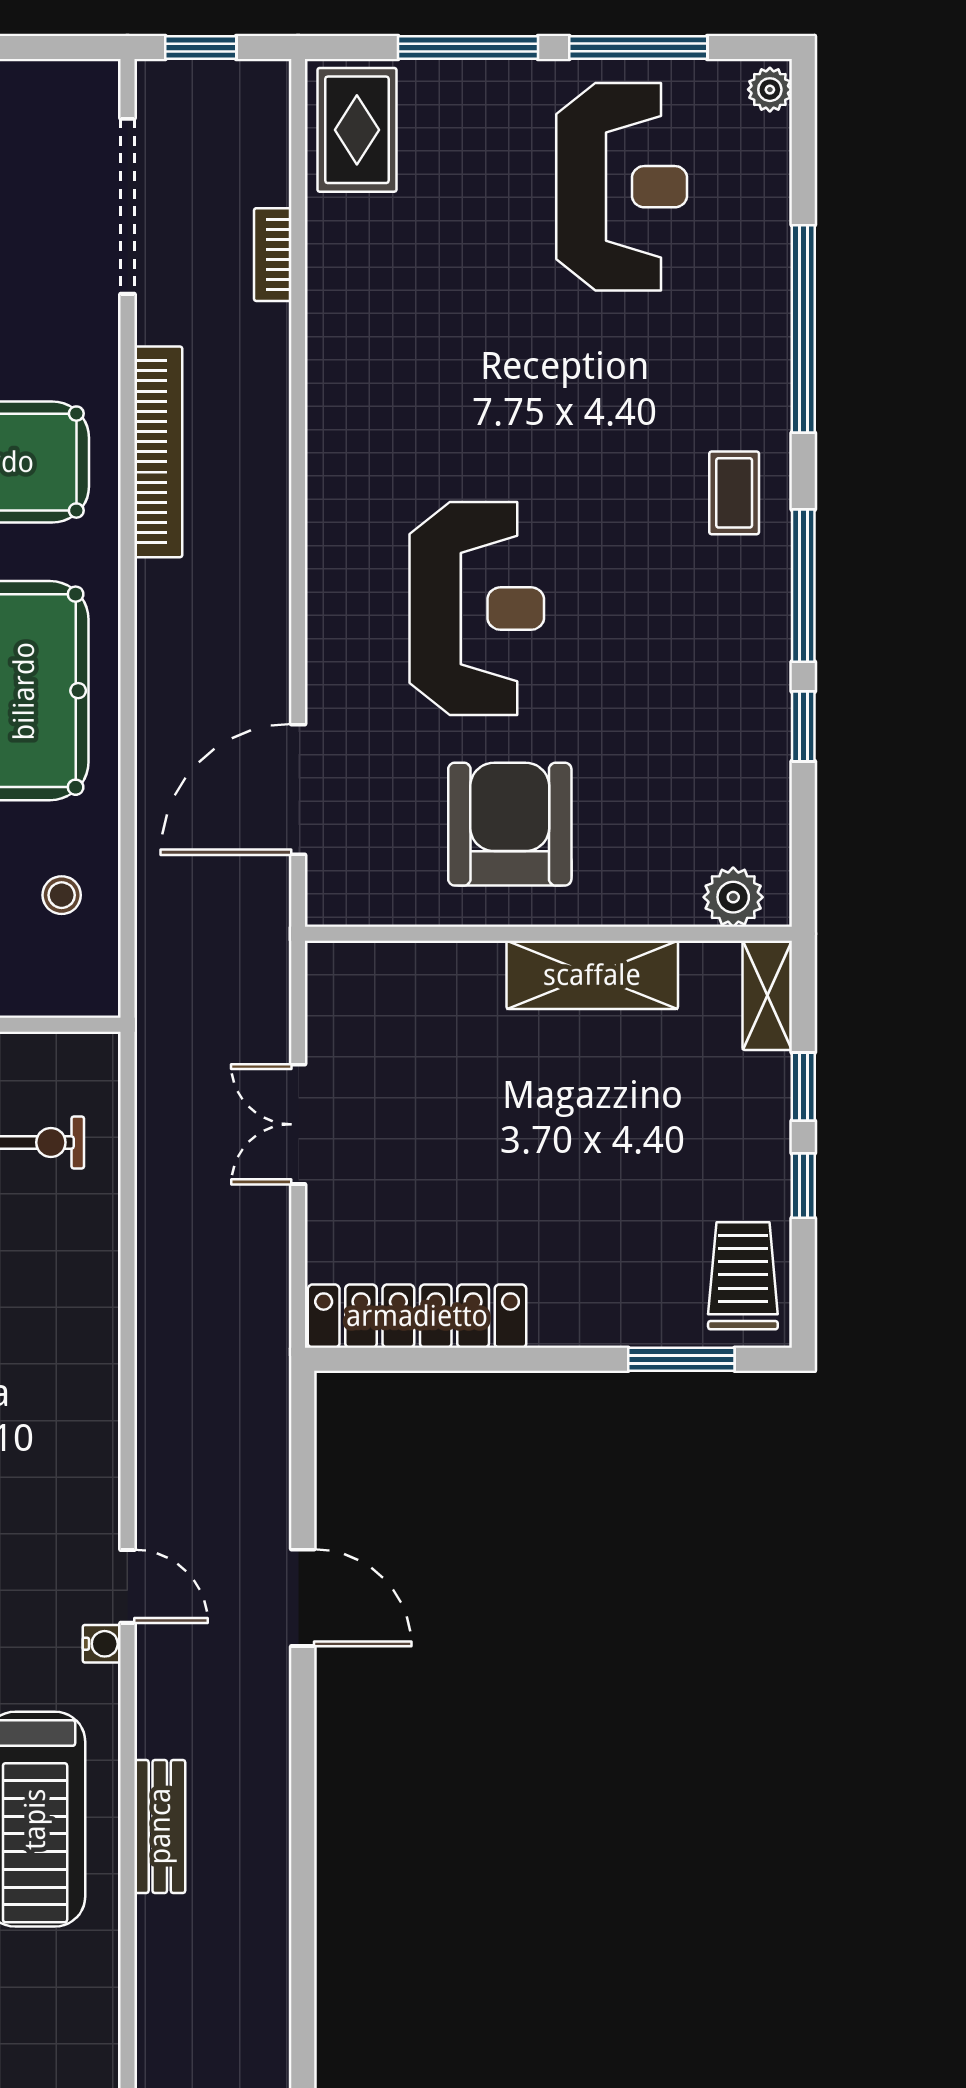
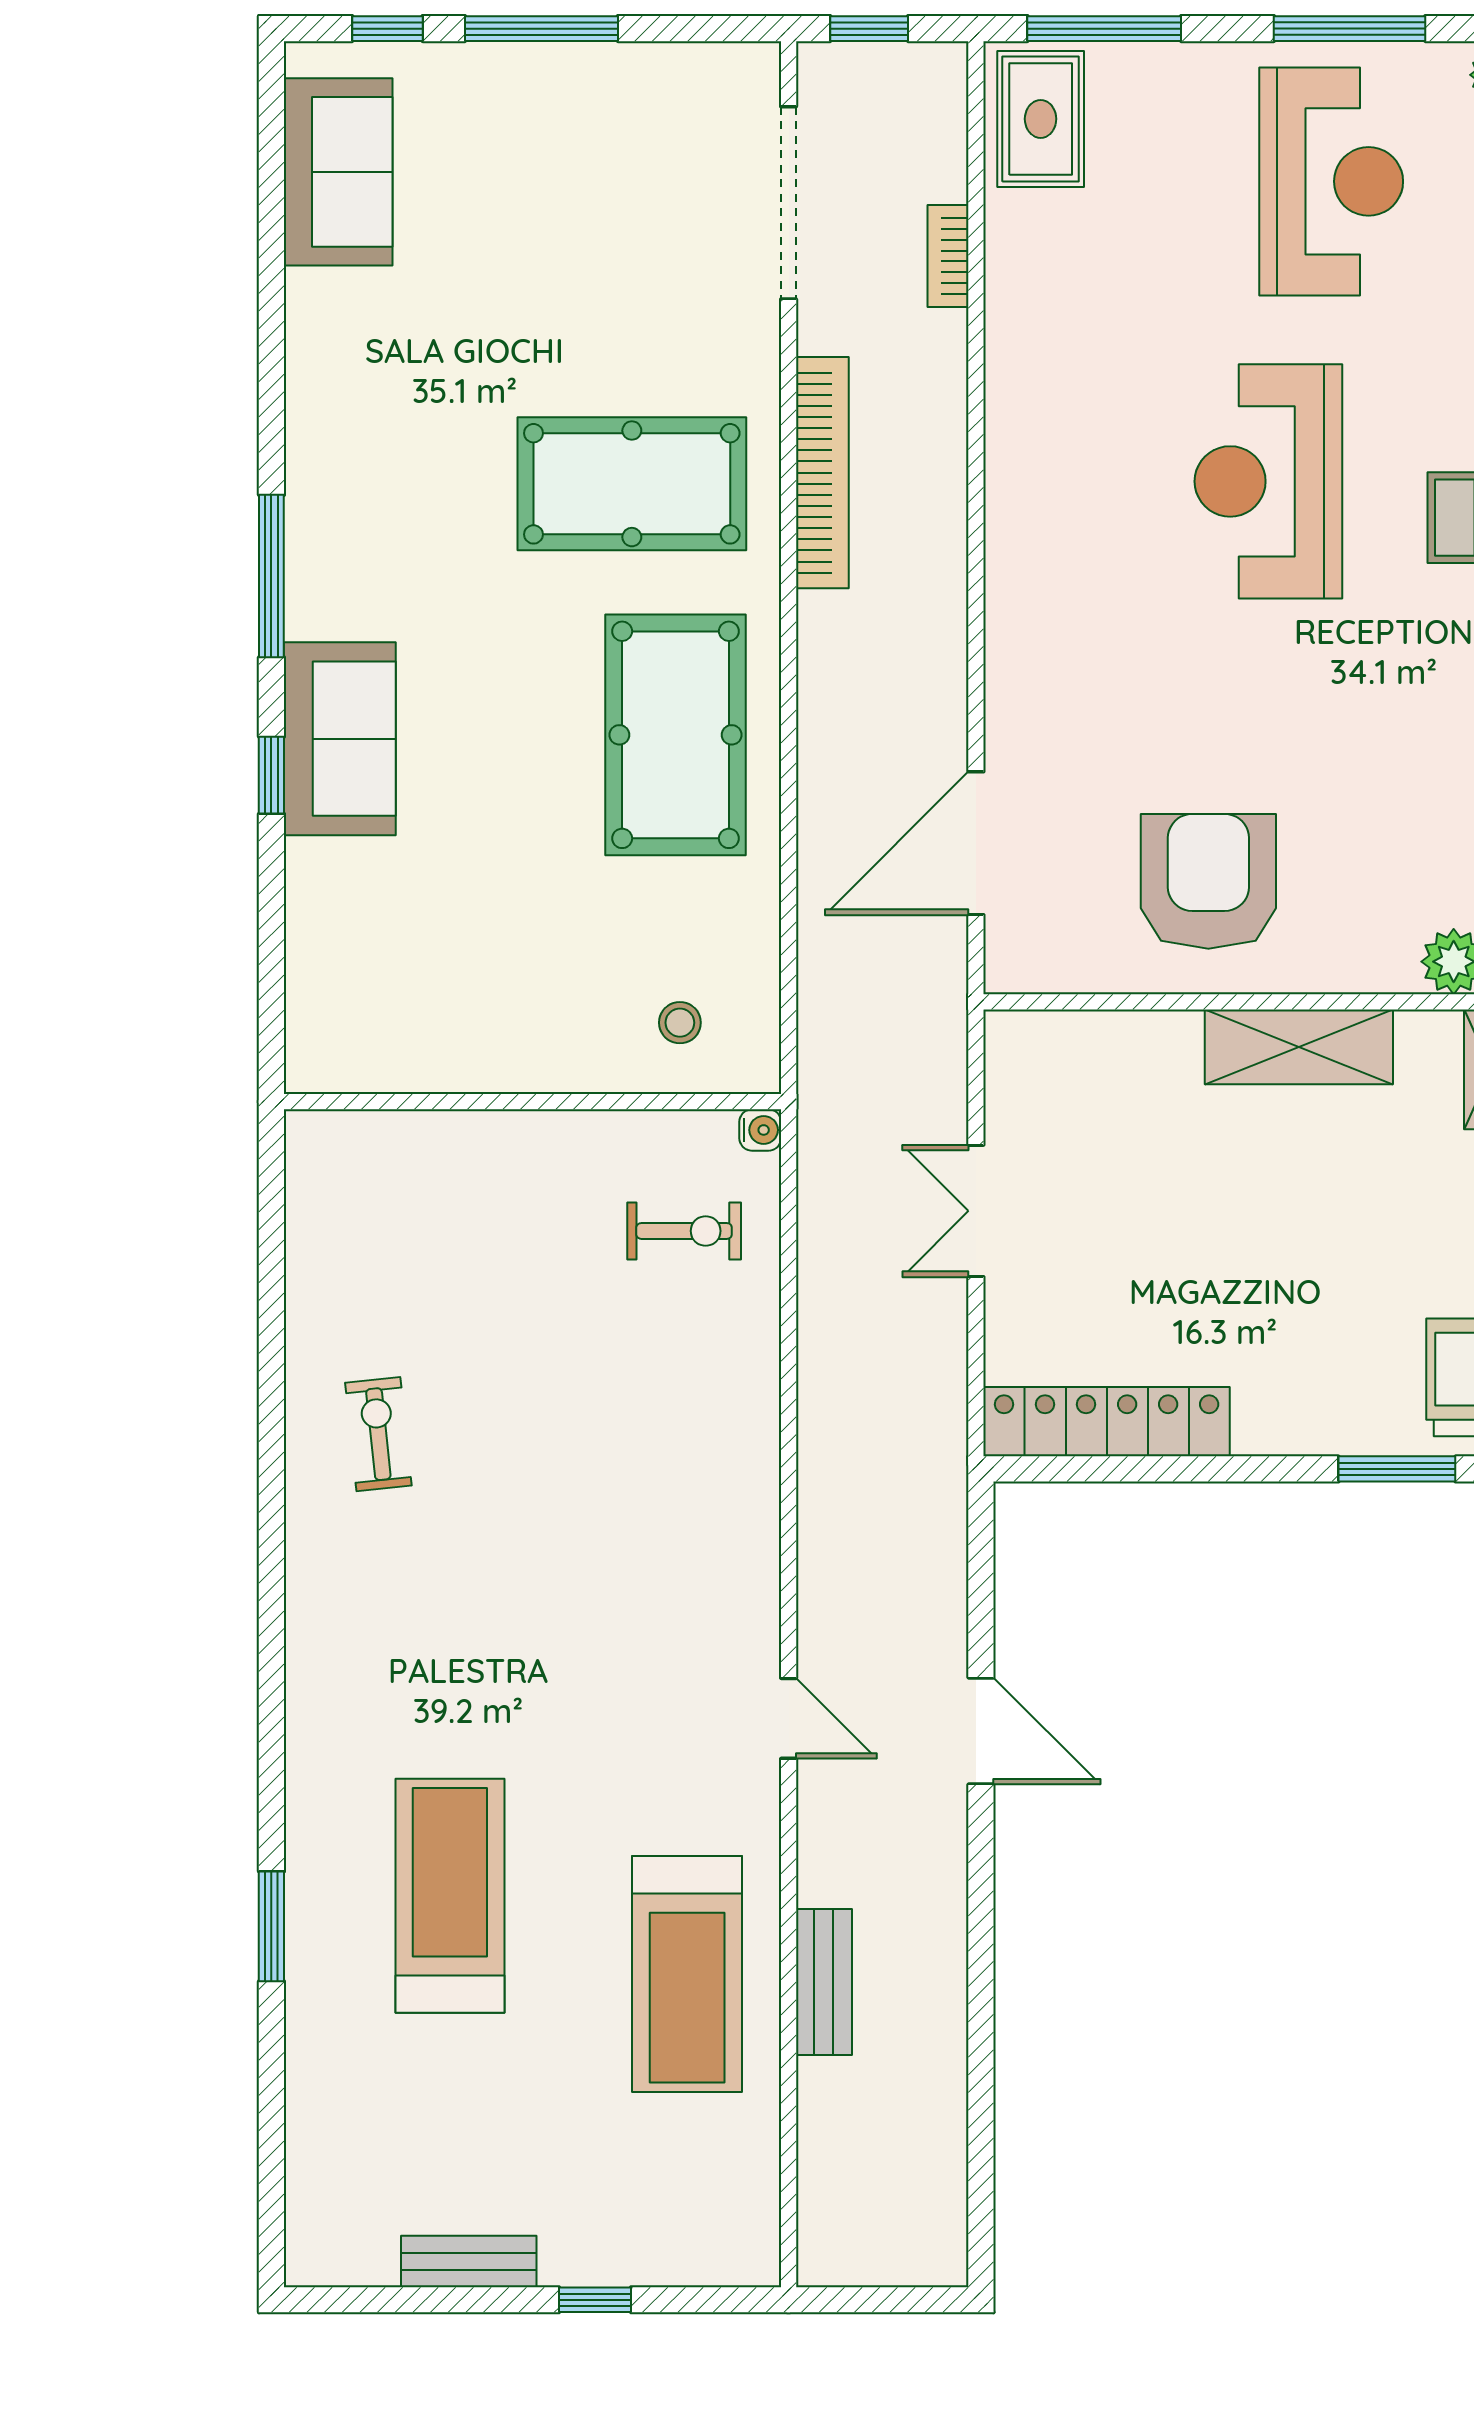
window: (468, 47) -> (1104, 29), moved
reception desk: (477, 609) -> (1268, 481), moved, turned 180
stool: (62, 895) -> (680, 1023), moved
water cooler: (102, 1644) -> (760, 1130), moved

